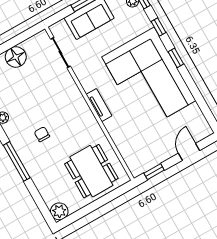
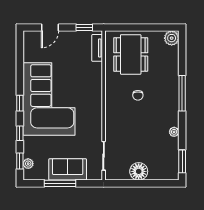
tv unit: (99, 105) -> (97, 48), moved
chair: (42, 134) -> (138, 95), moved

